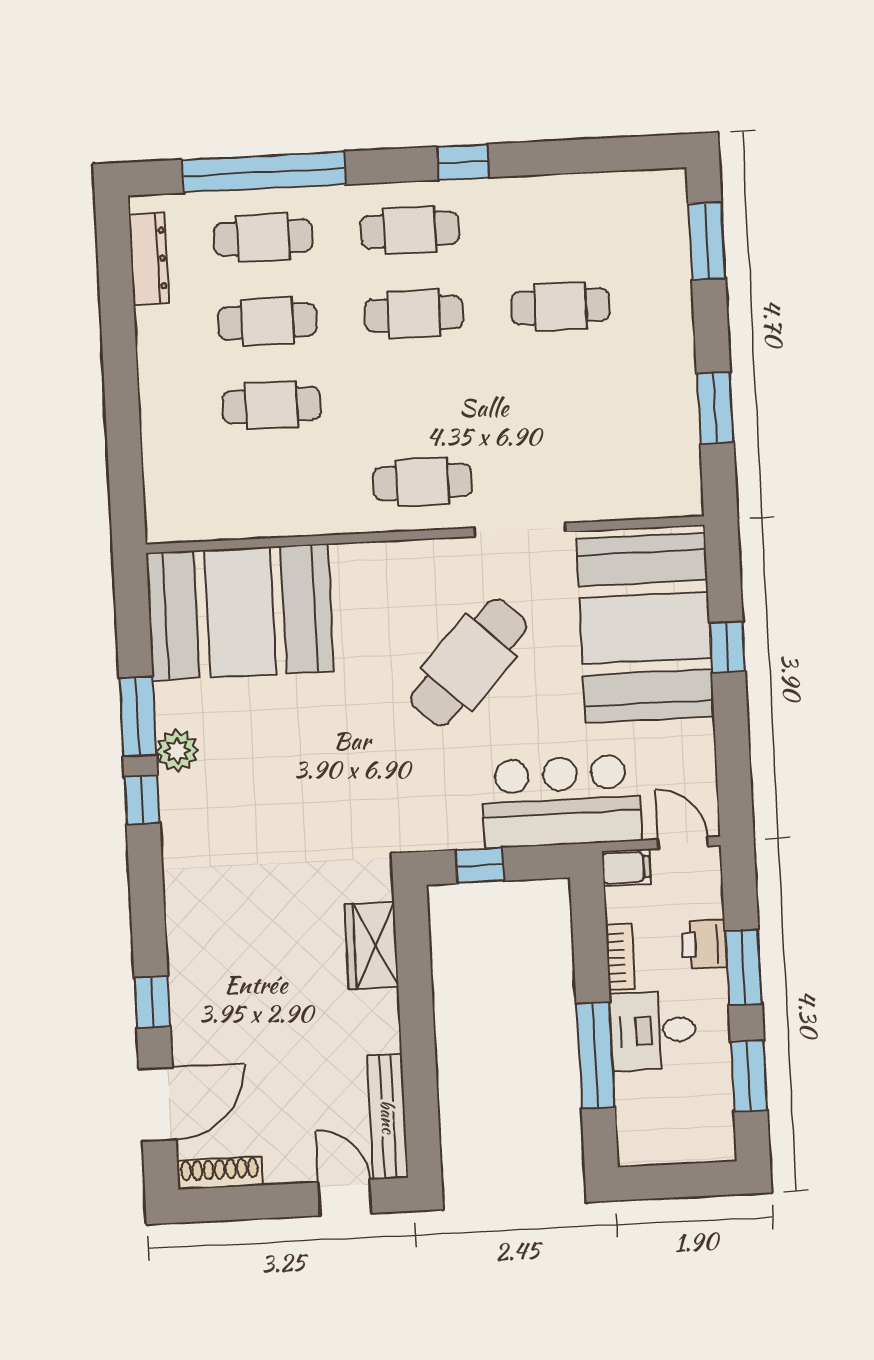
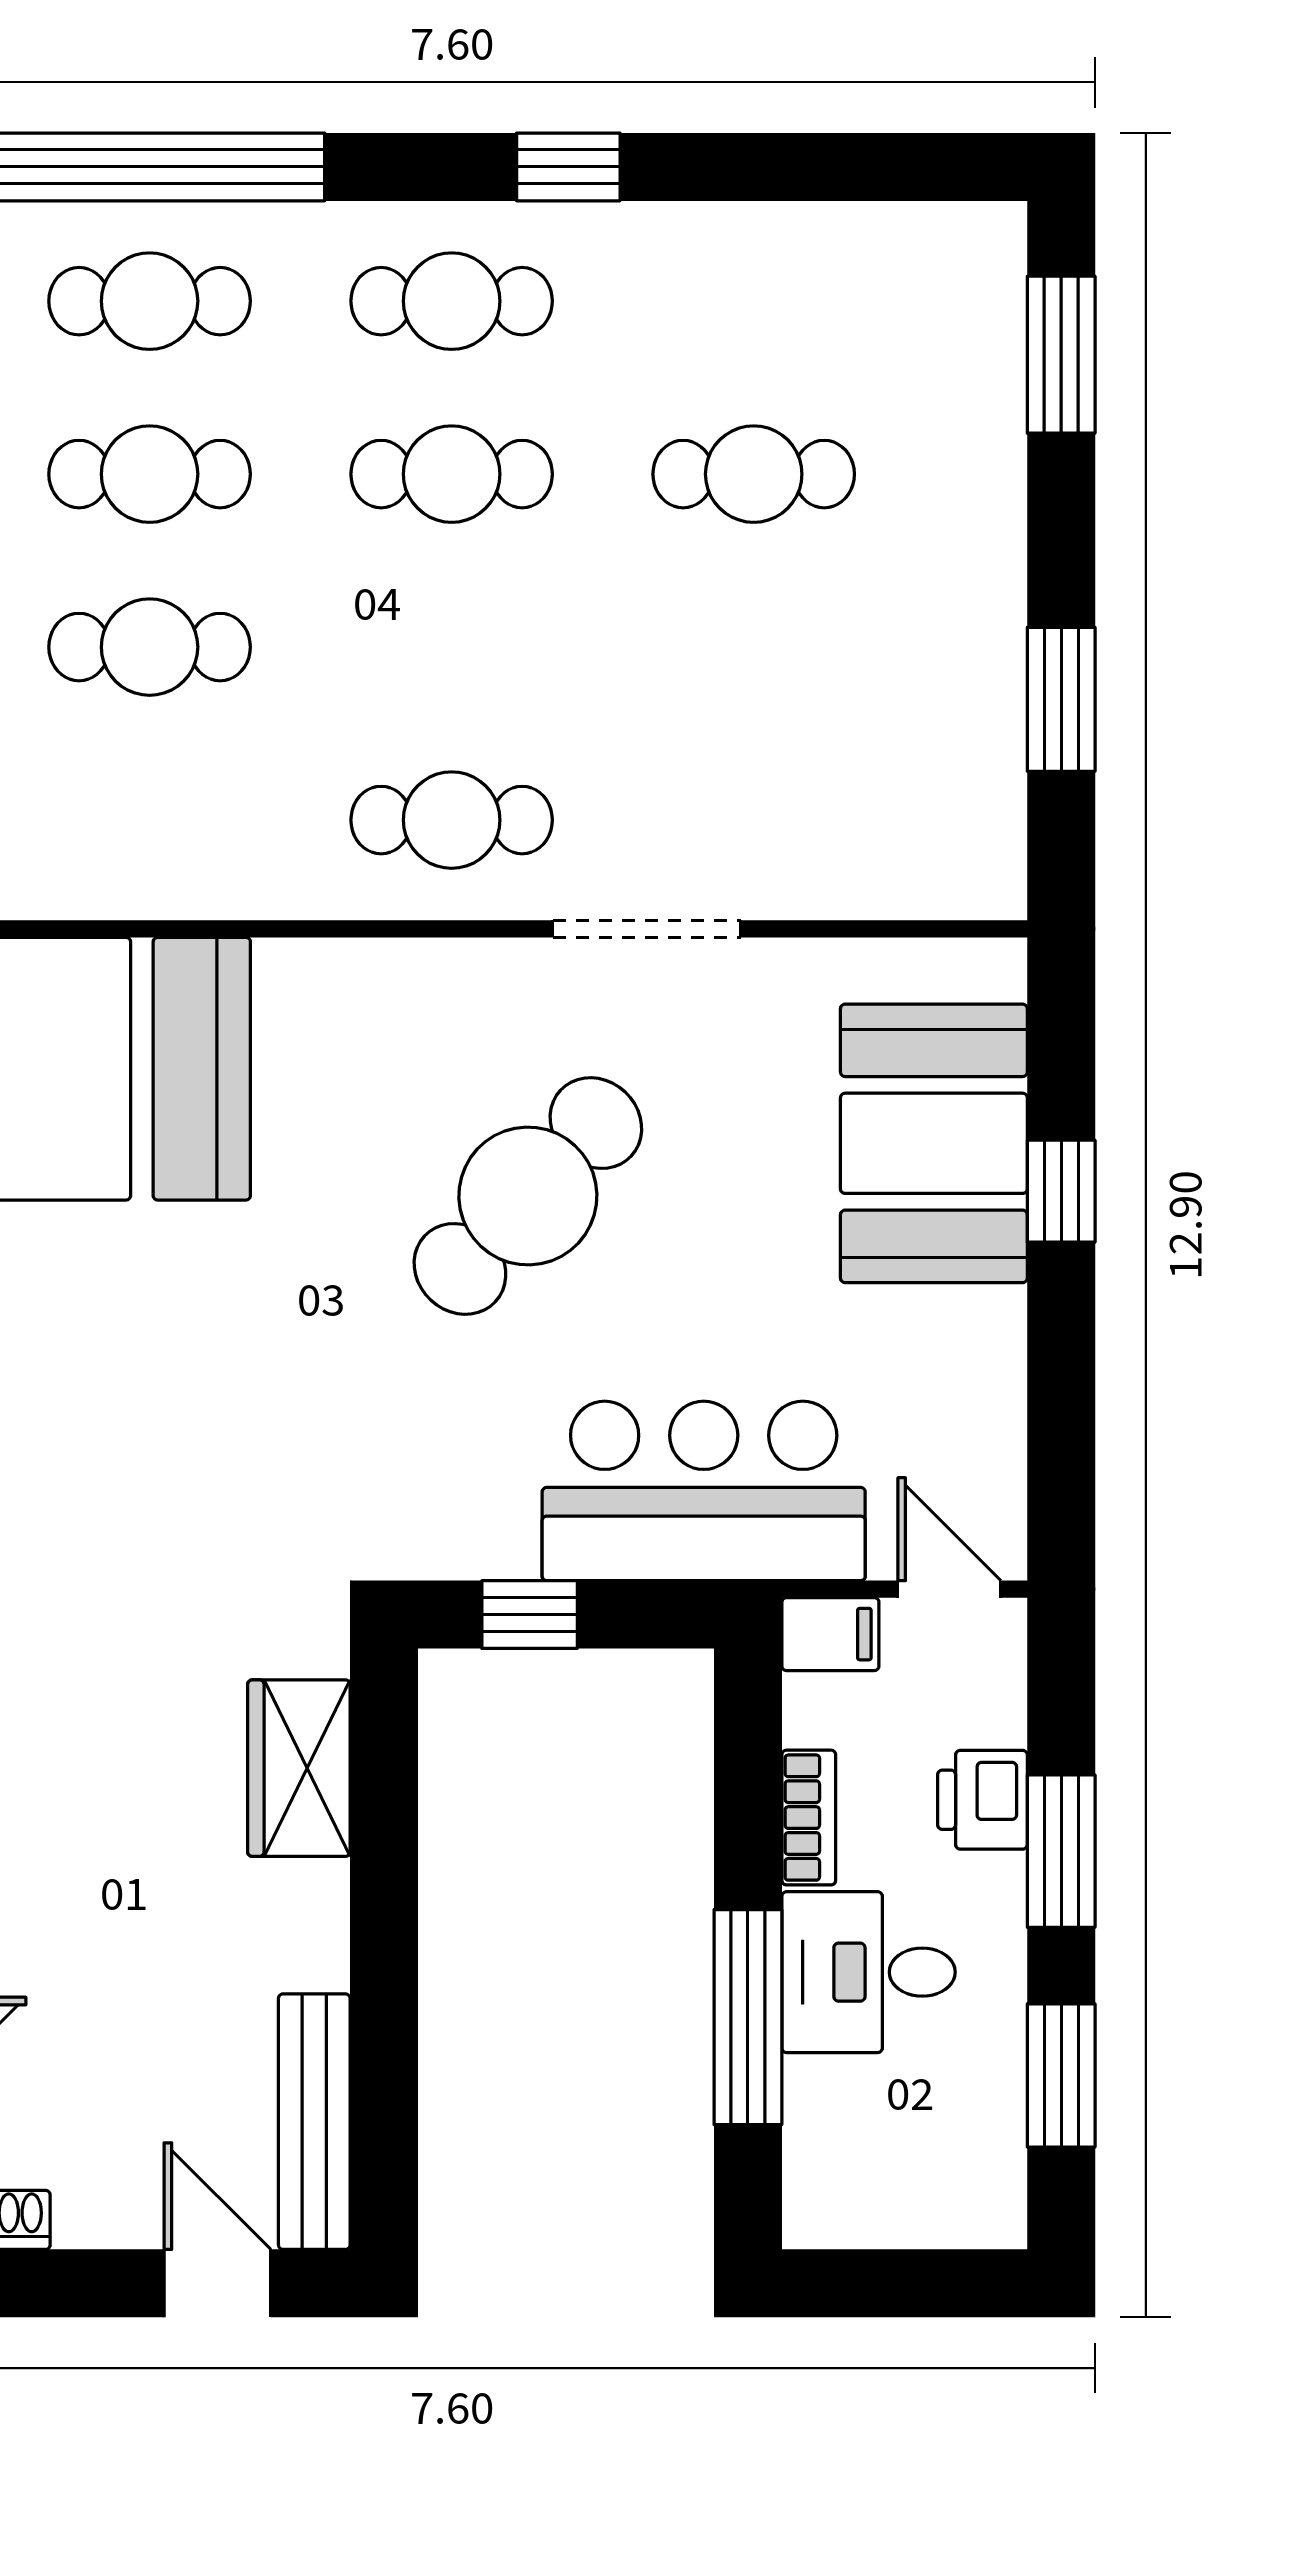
booth: (645, 628) -> (934, 1143), width x0.73, depth x0.70

